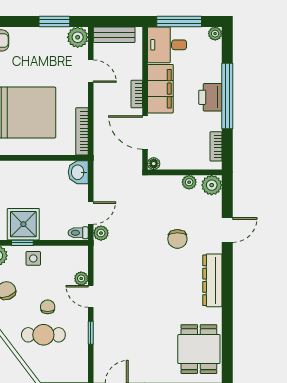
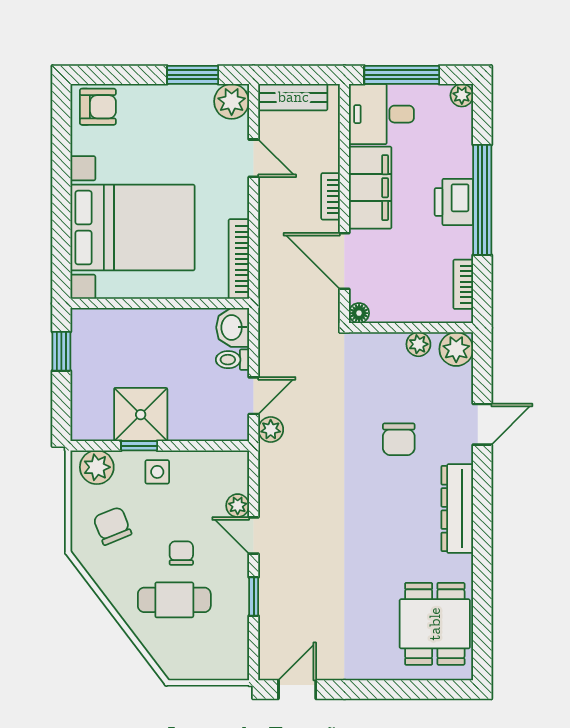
toilet: (78, 233) -> (232, 360), moved

